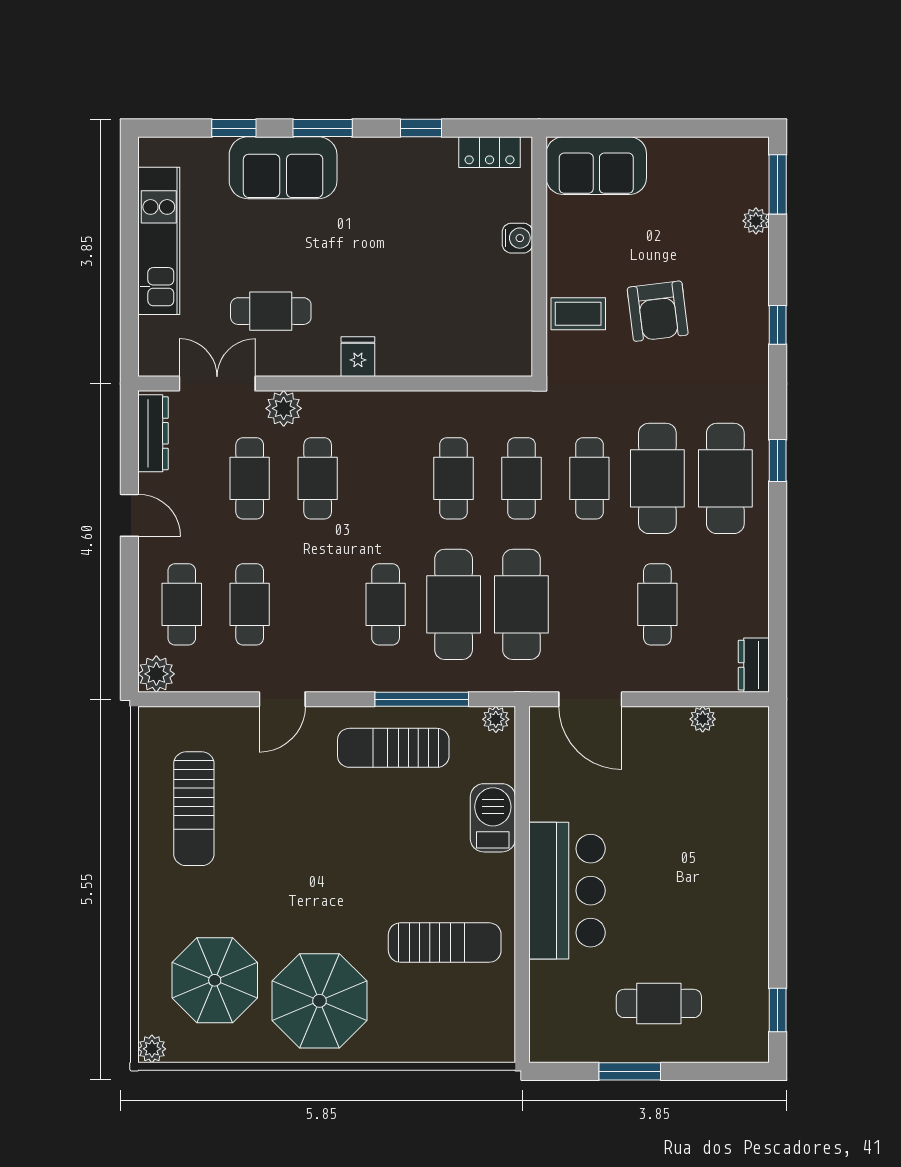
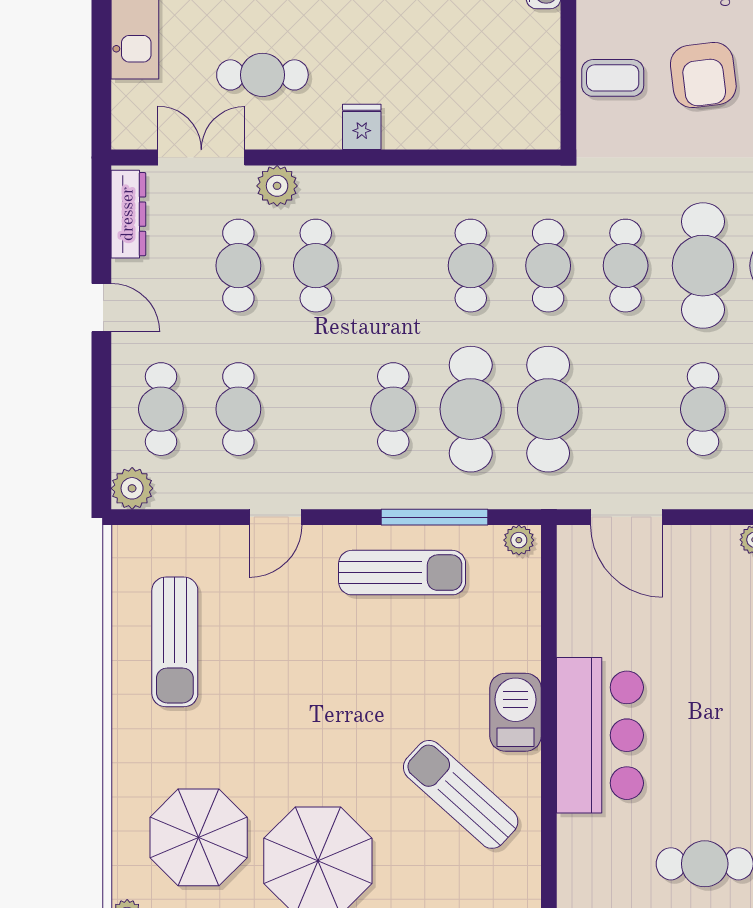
sun lounger: (393, 748) -> (402, 573), turned 180
barbecue: (493, 818) -> (516, 712), moved
sun lounger: (445, 943) -> (461, 794), turned -138

